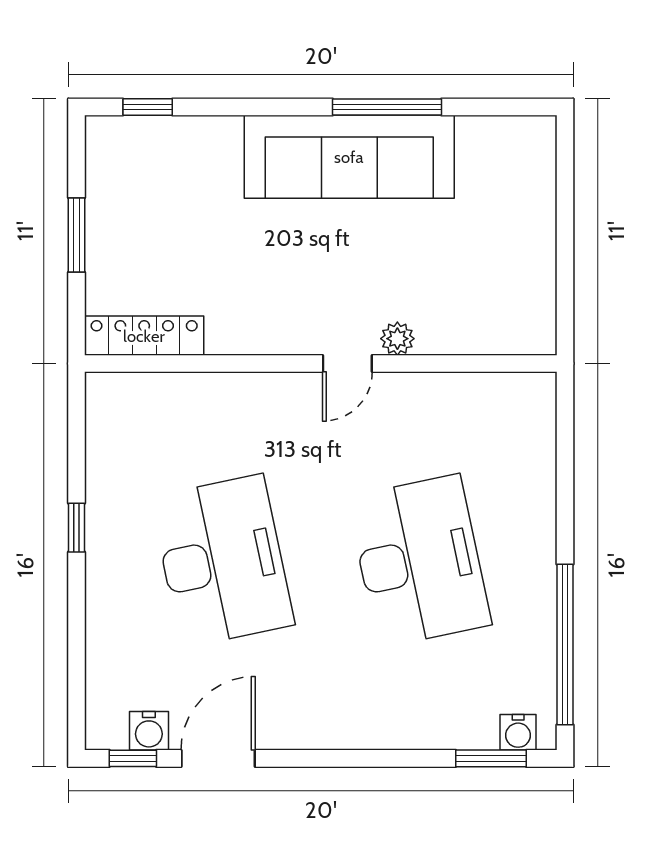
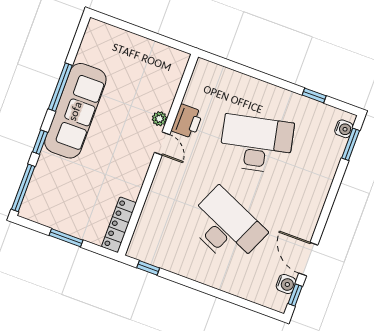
window: (148, 107) -> (23, 188), width x2.17
window: (256, 107) -> (40, 142), added
printer: (413, 398) -> (187, 121), added
window: (76, 528) -> (148, 268), moved
desk: (222, 561) -> (226, 227), turned 36
window: (565, 644) -> (314, 95), width x0.32

